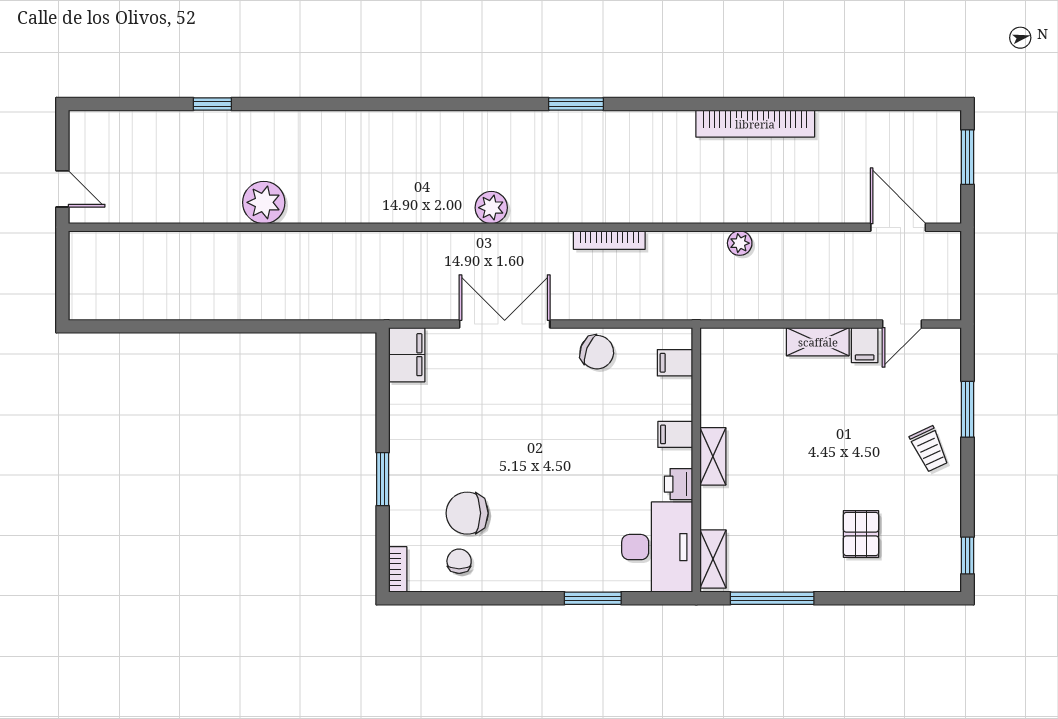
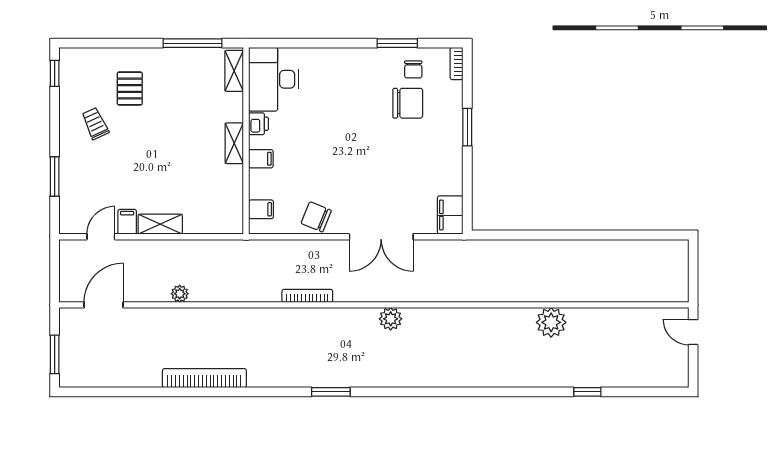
door: (898, 227) -> (104, 305), swing flipped
plant: (740, 243) -> (180, 294), moved
trolley: (929, 449) -> (95, 124), moved
window: (593, 598) -> (397, 43), moved

